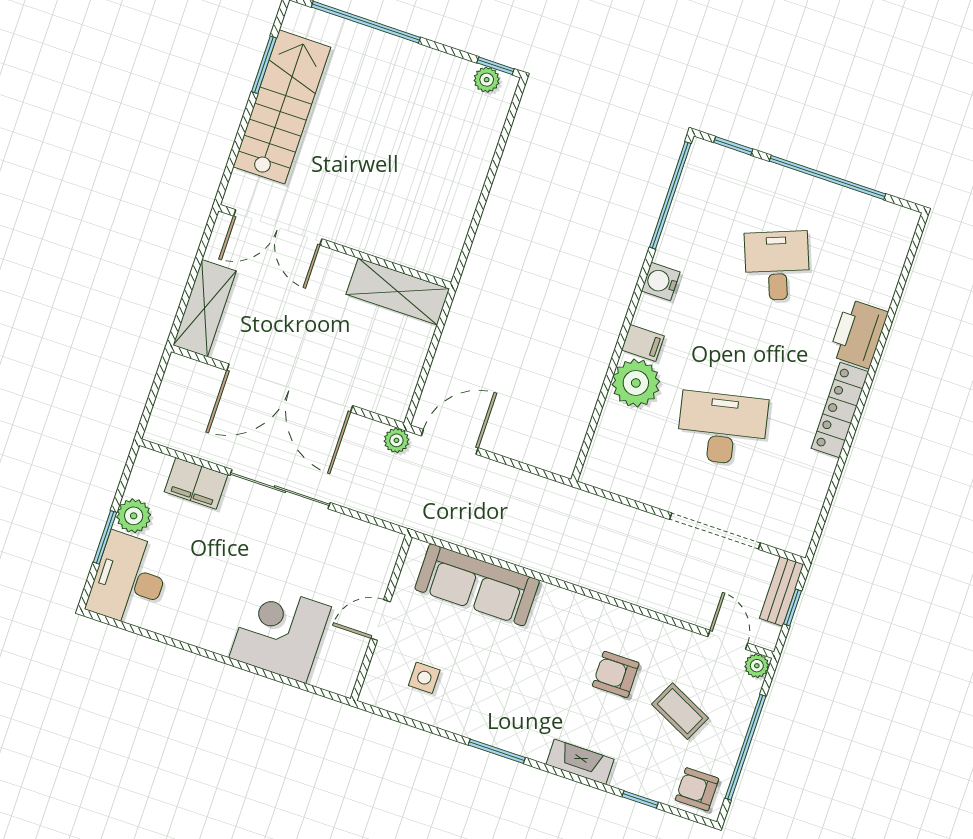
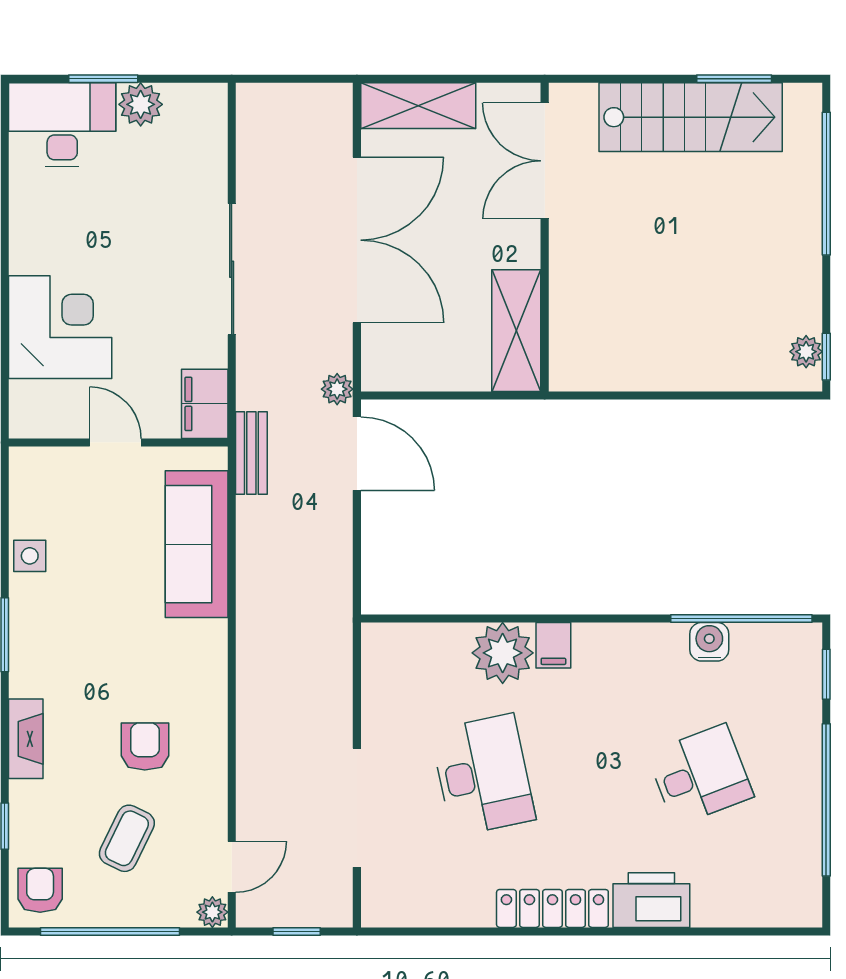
water cooler: (661, 281) -> (709, 642), moved
double door: (290, 388) -> (357, 240), swing flipped
filing cabinet: (196, 483) -> (205, 404), moved
bench: (782, 591) -> (251, 453), moved, turned 90
side table: (424, 678) -> (30, 556), moved

